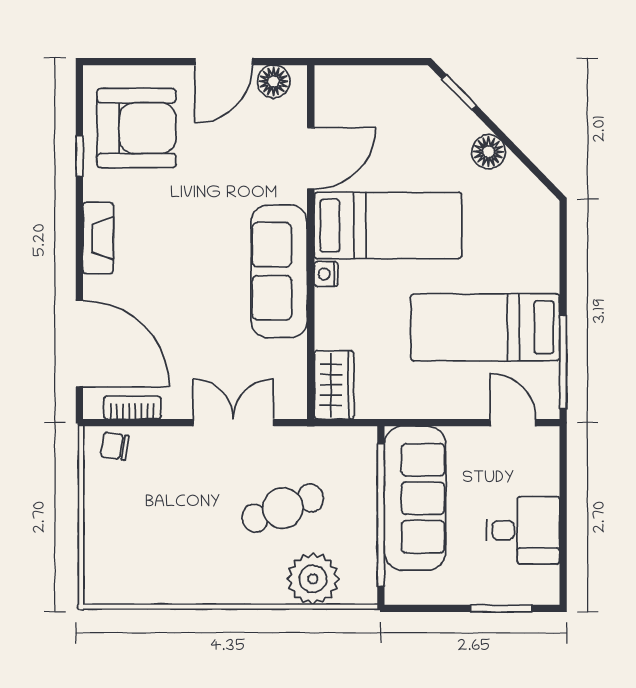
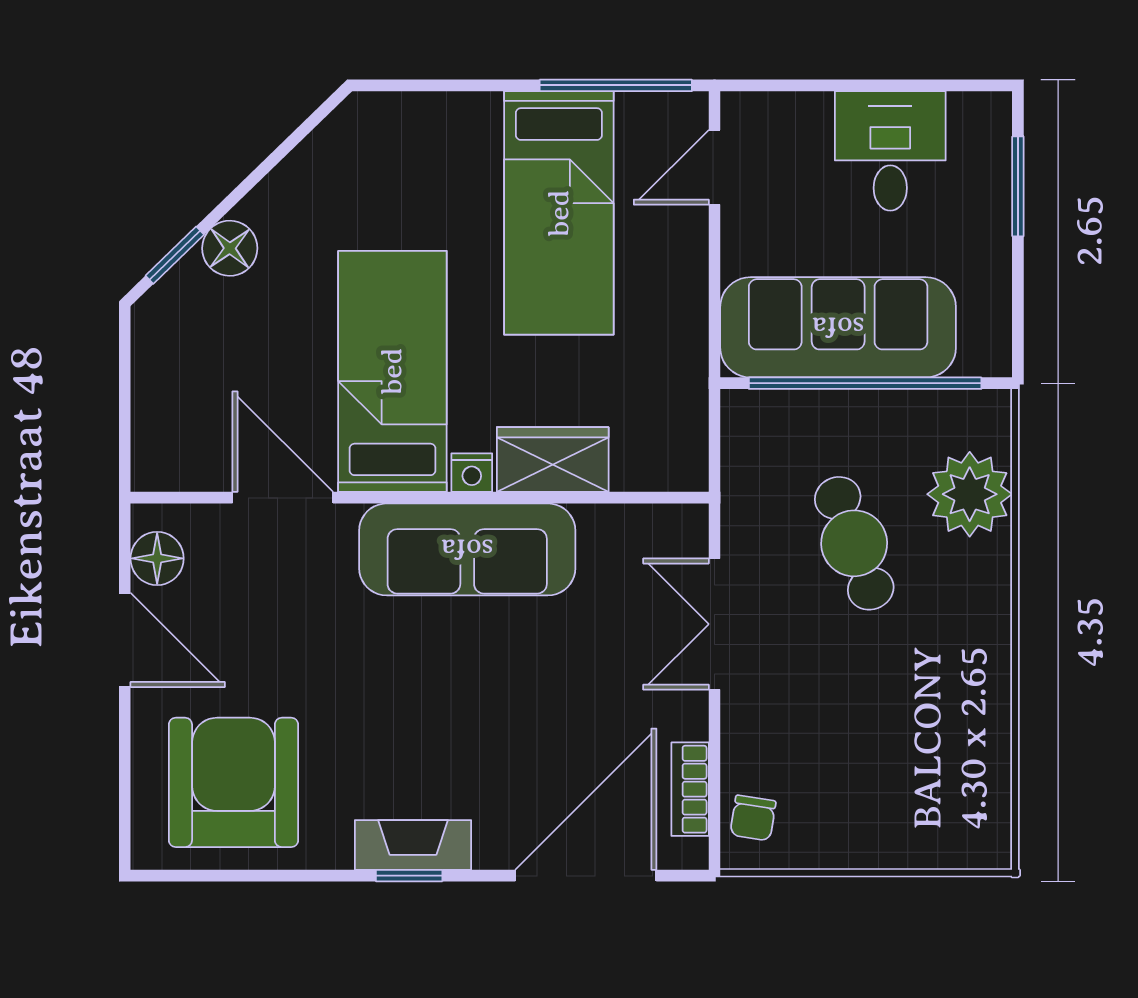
floor lamp: (489, 152) -> (230, 248), moved
window: (79, 156) -> (409, 876), moved
wardrobe: (334, 385) -> (553, 460), moved

